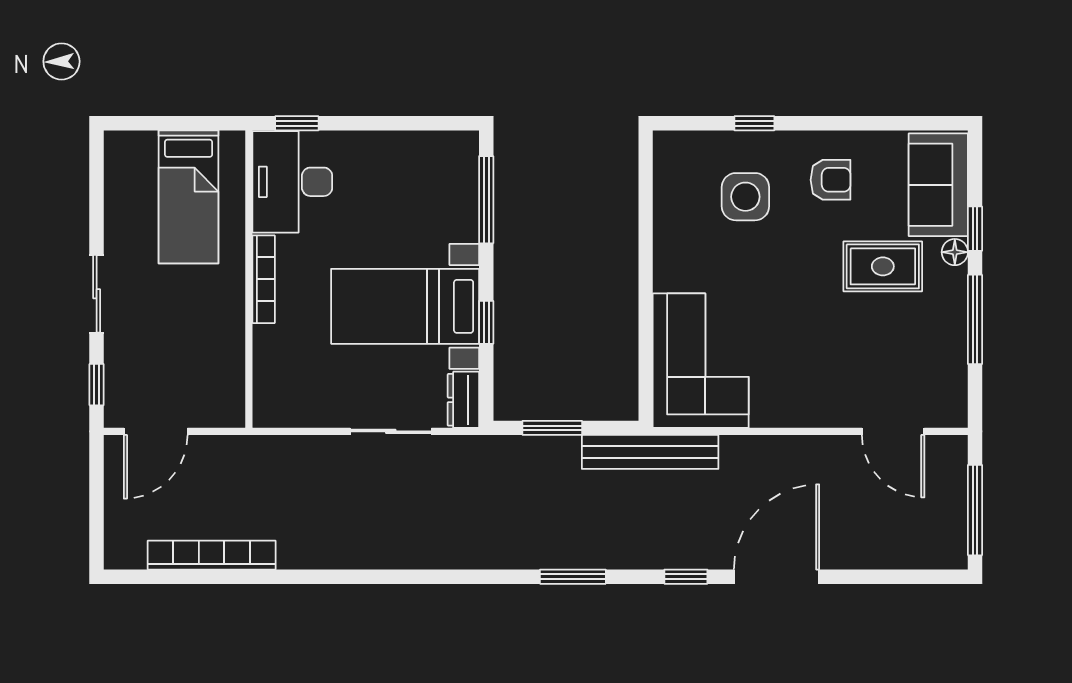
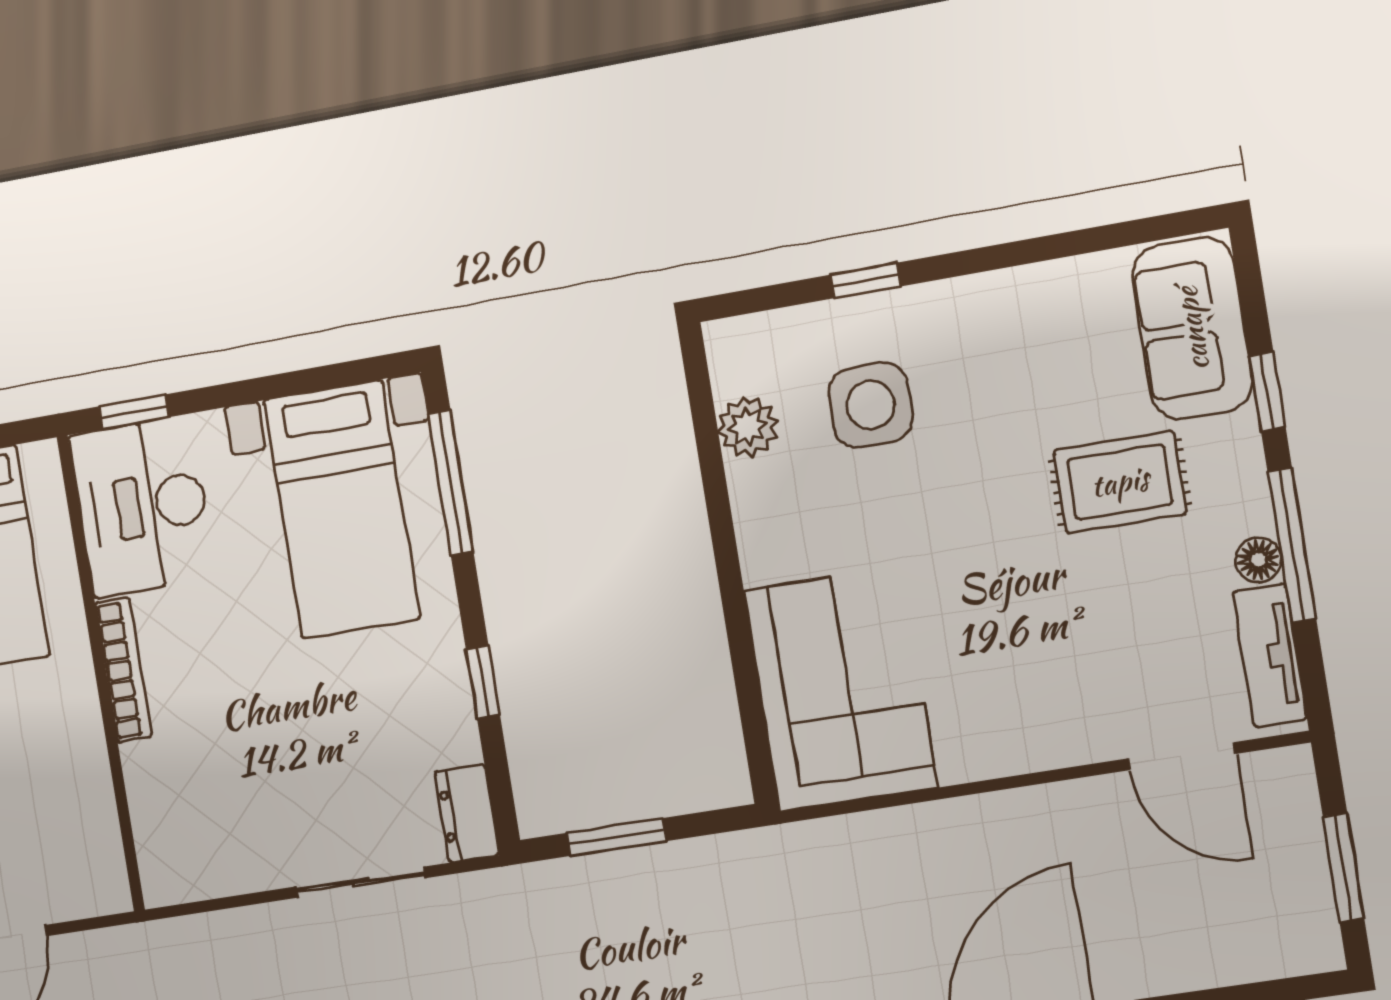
armchair: (831, 180) -> (1008, 352), removed
plant: (671, 197) -> (748, 427), added
floor lamp: (955, 252) -> (1258, 560), moved
bed with nightstands: (405, 306) -> (342, 509), moved, turned -90
tv unit: (953, 381) -> (1270, 656), added
bench: (650, 452) -> (782, 852), removed
window: (975, 510) -> (1343, 867), width x0.69

